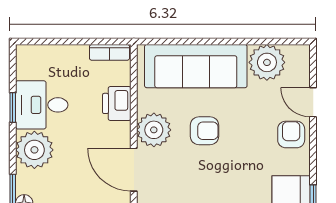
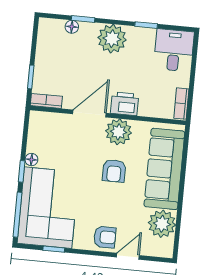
printer: (117, 103) -> (125, 104), moved
desk: (42, 105) -> (174, 50), moved

